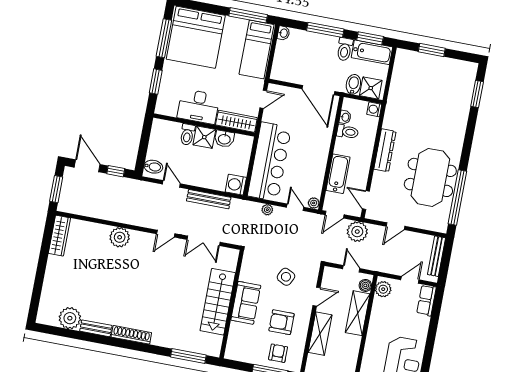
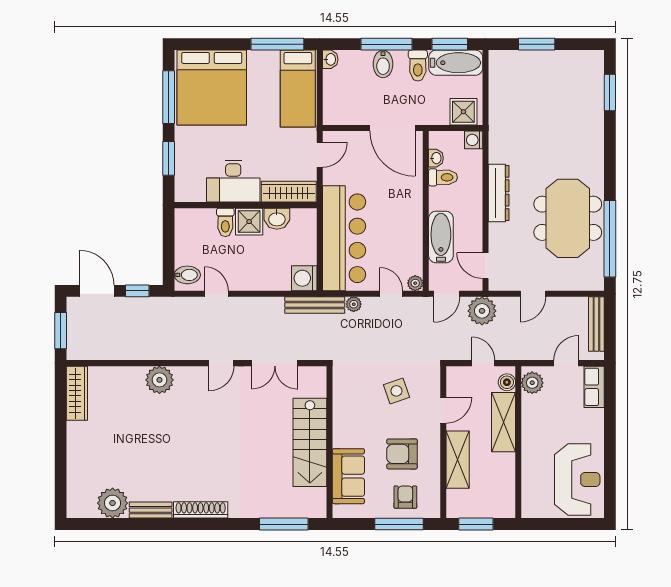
bidet: (353, 84) -> (383, 64), moved, turned 180
bench: (209, 199) -> (315, 305), moved
side table: (286, 277) -> (396, 391), turned 45
sofa: (246, 303) -> (348, 476), moved

